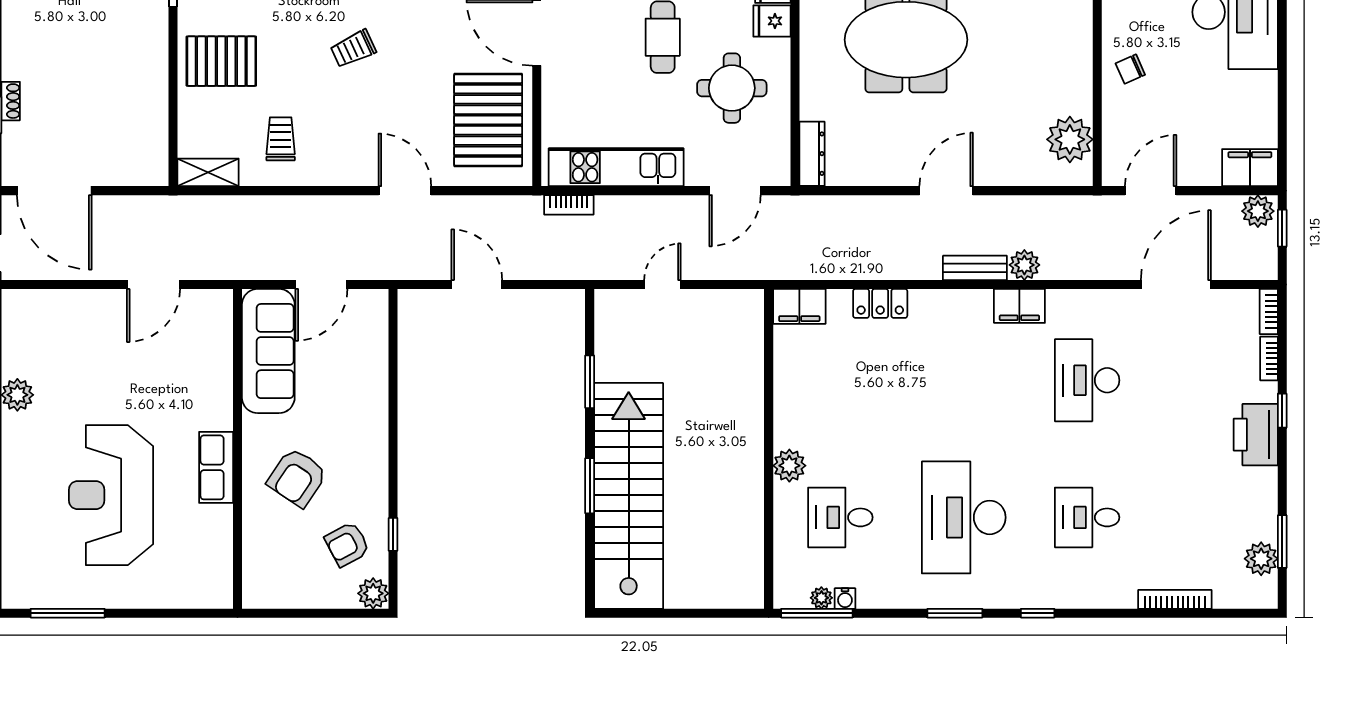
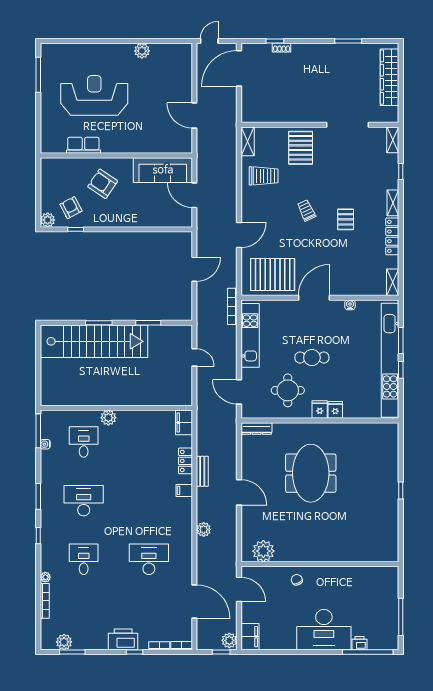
trolley: (281, 139) -> (264, 176), width x1.36, depth x1.39
bookcase: (569, 205) -> (232, 306), width x1.56
bench: (975, 268) -> (202, 471), moved
filing cabinet: (1019, 306) -> (184, 490), moved, width x0.50
row of seats: (216, 467) -> (83, 145), moved
desk: (964, 517) -> (84, 501), width x0.73, depth x0.77
plant: (821, 598) -> (45, 577), moved

